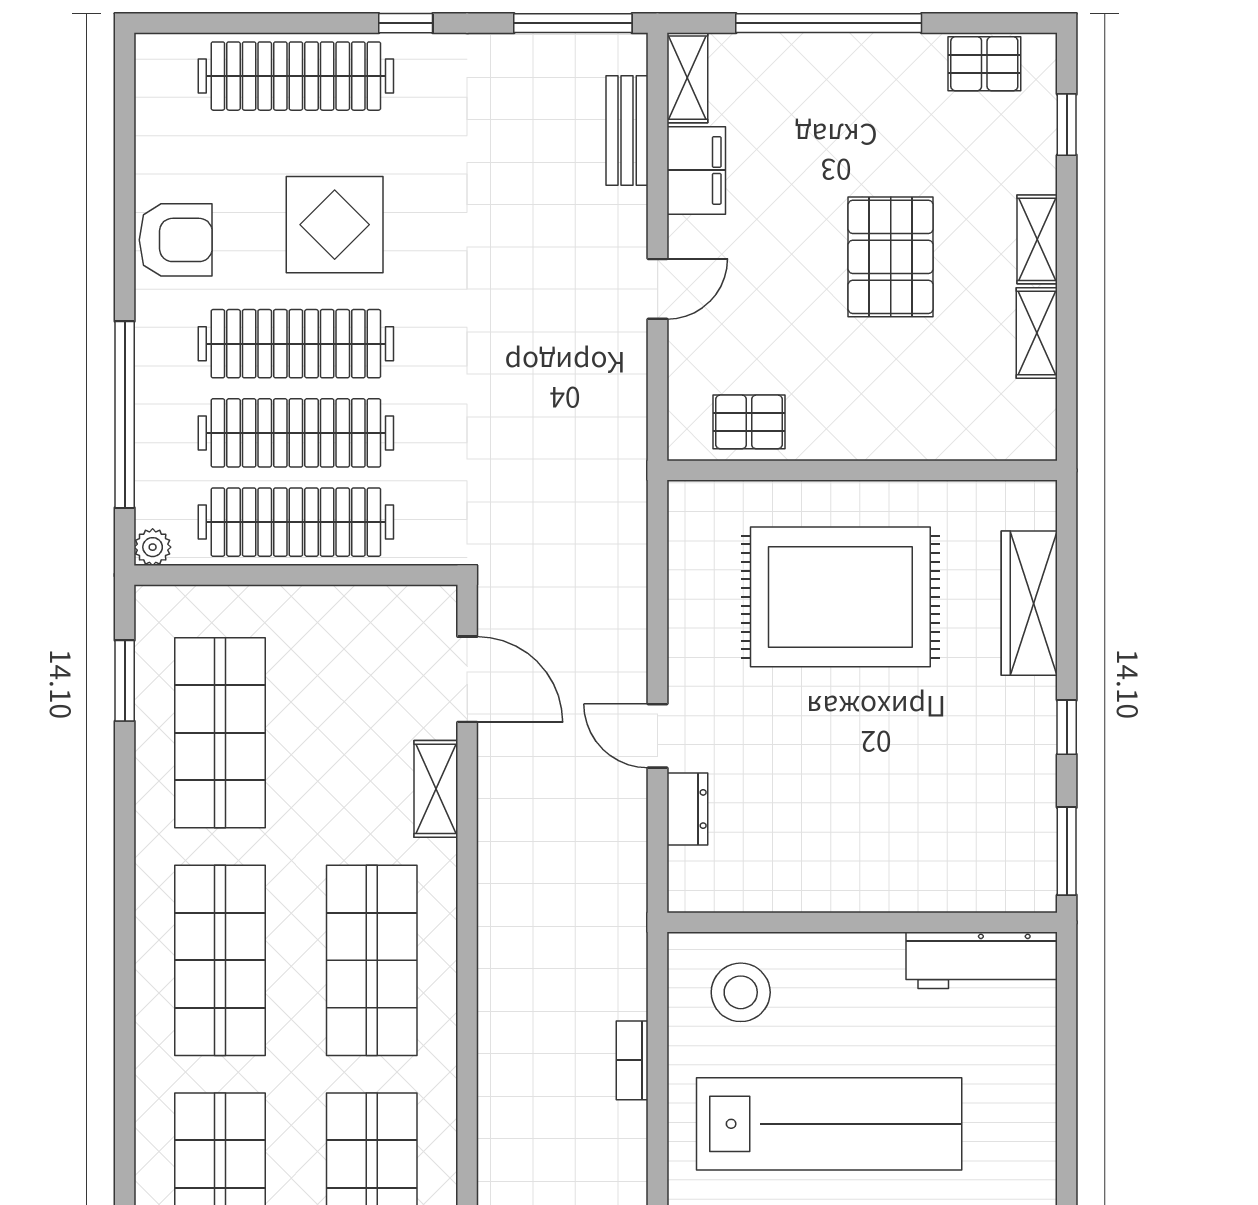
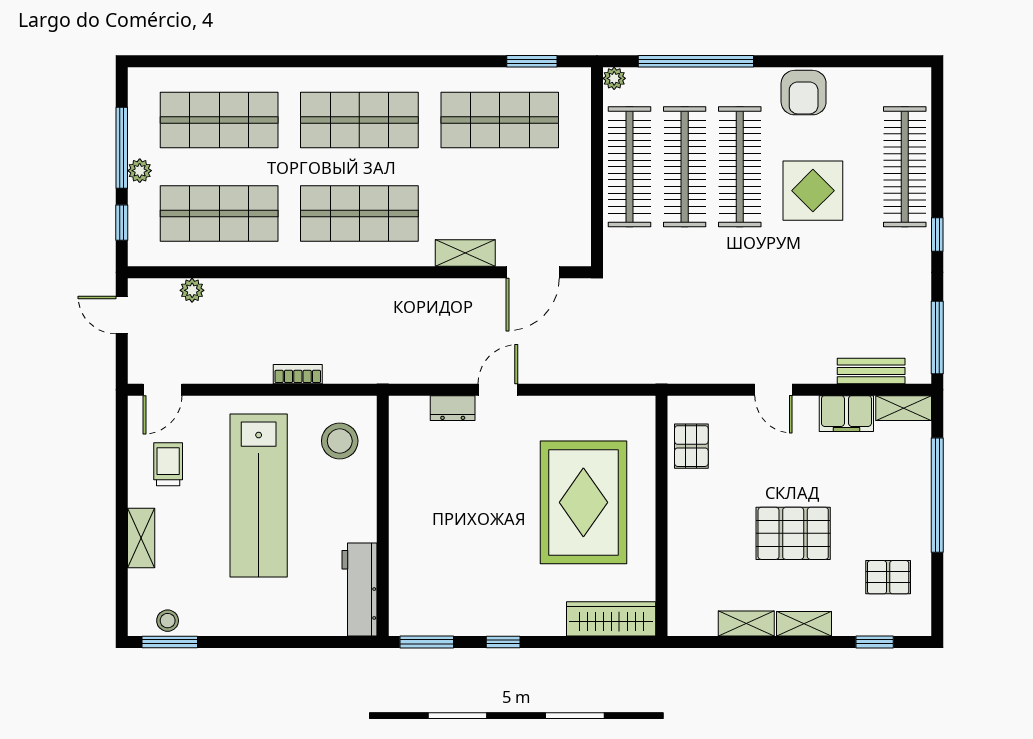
pallet: (984, 64) -> (888, 577), moved, turned 90
wardrobe: (1029, 603) -> (611, 619), moved

